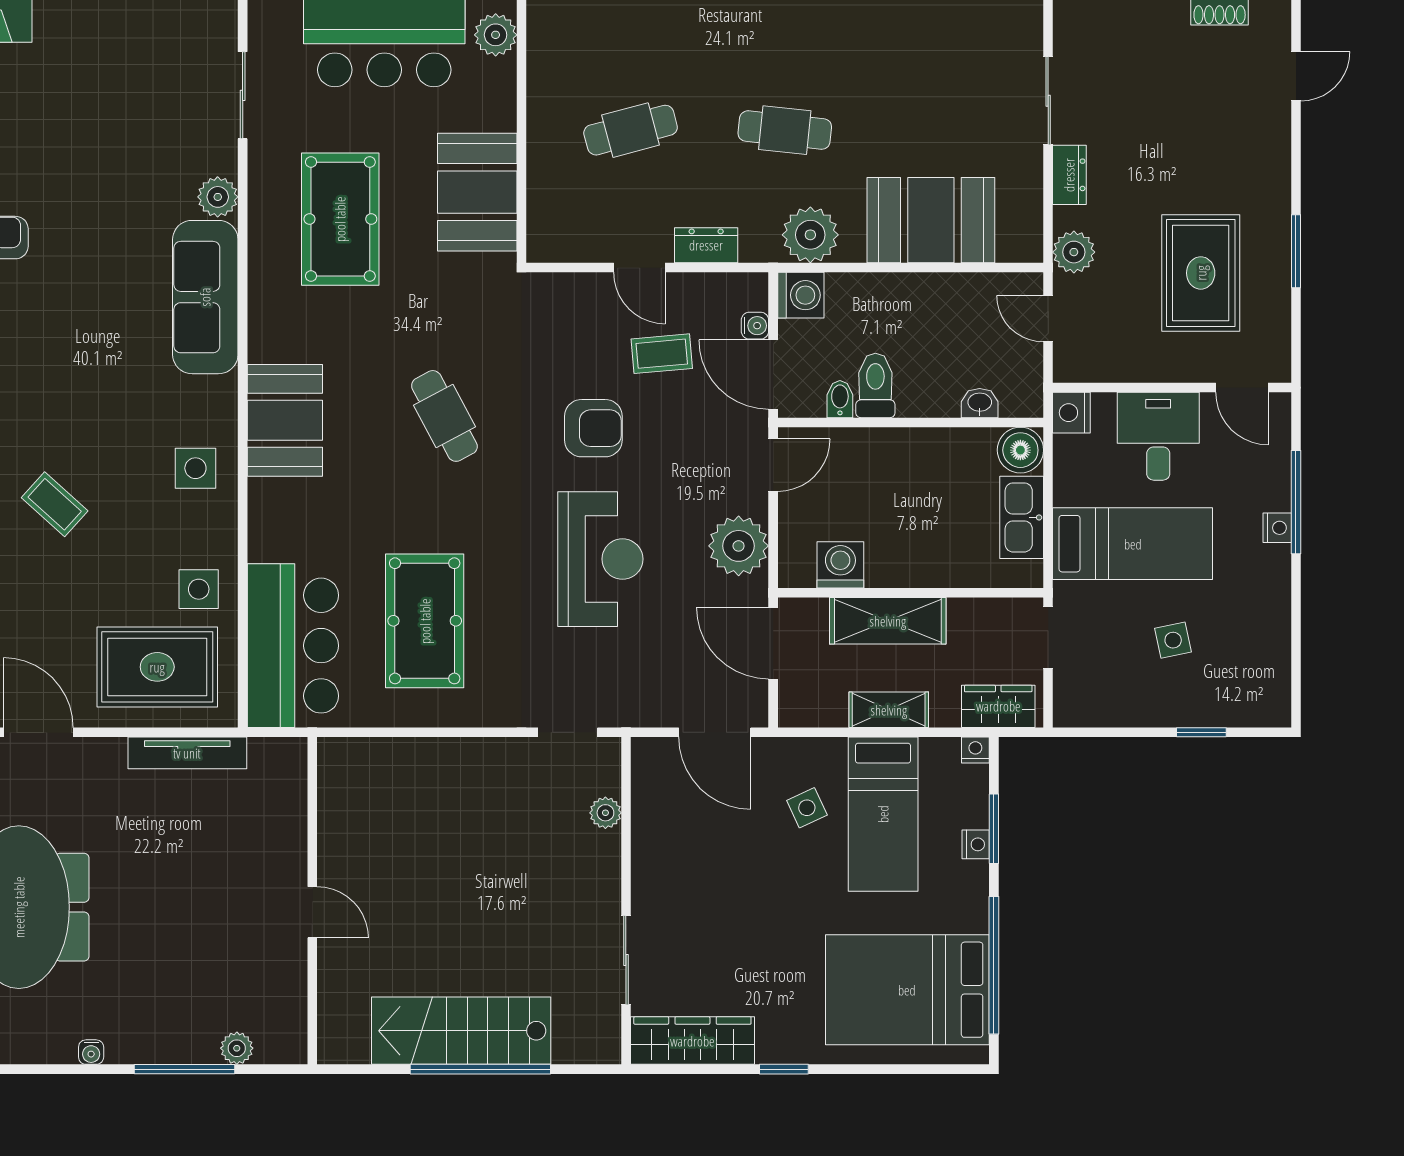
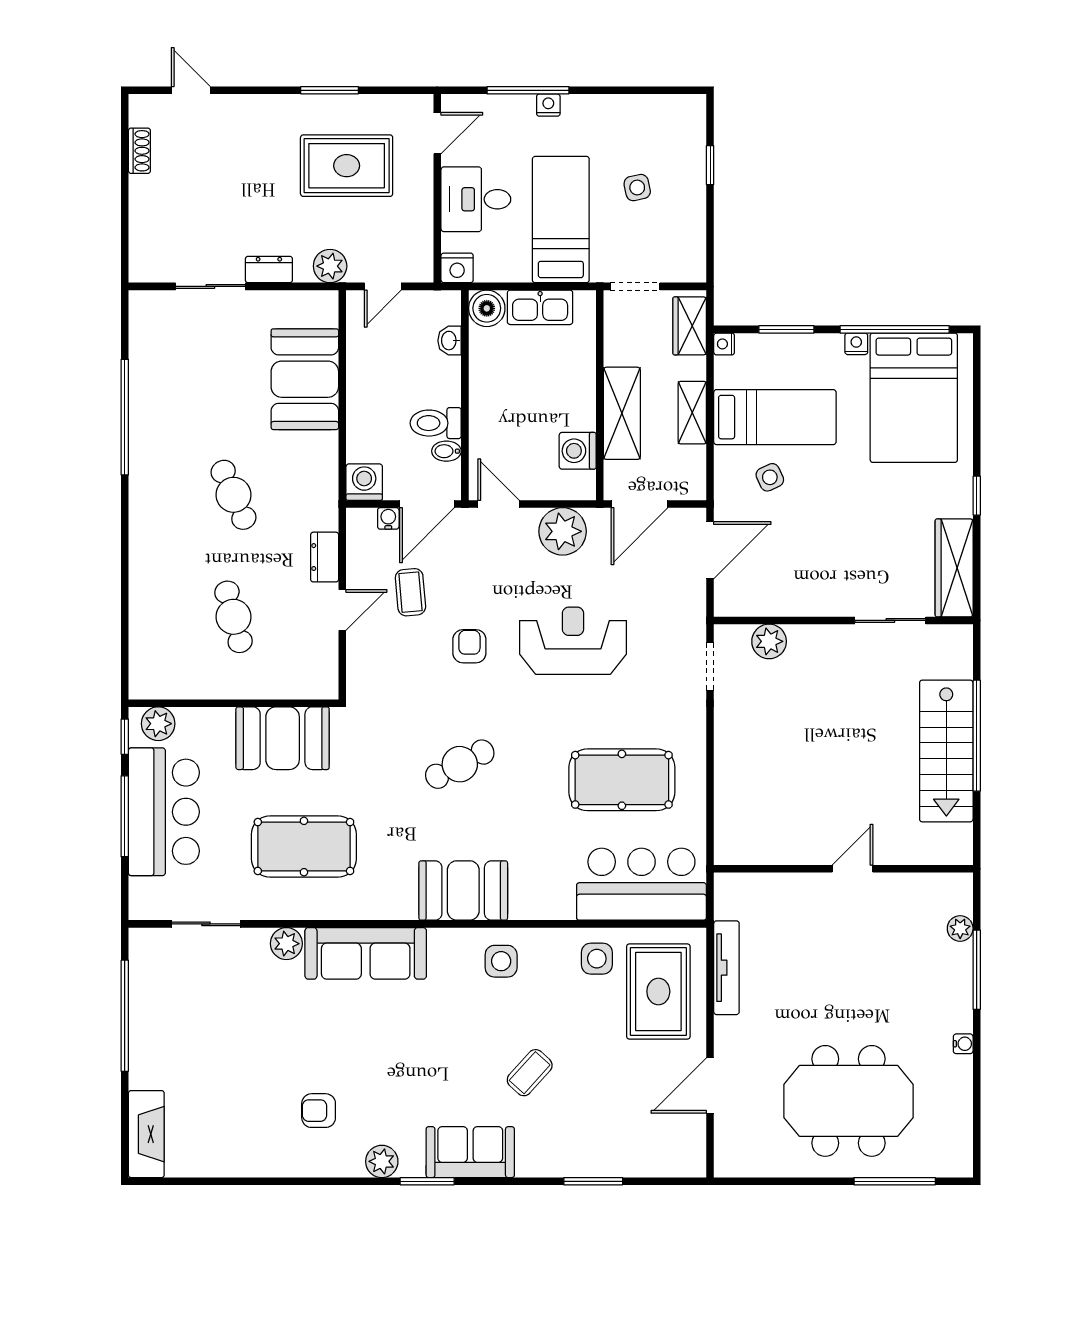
cafe table: (785, 130) -> (234, 495), turned -30
plant: (810, 235) -> (316, 475), removed
armchair: (593, 428) -> (469, 646), width x0.72, depth x0.72
plant: (605, 813) -> (769, 641), width x1.38, depth x1.38
nightstand: (976, 844) -> (856, 344), moved

